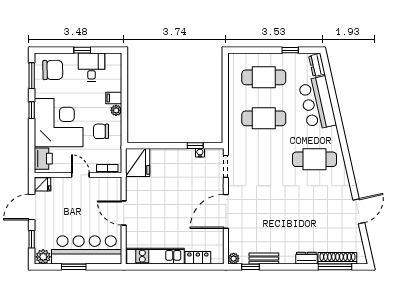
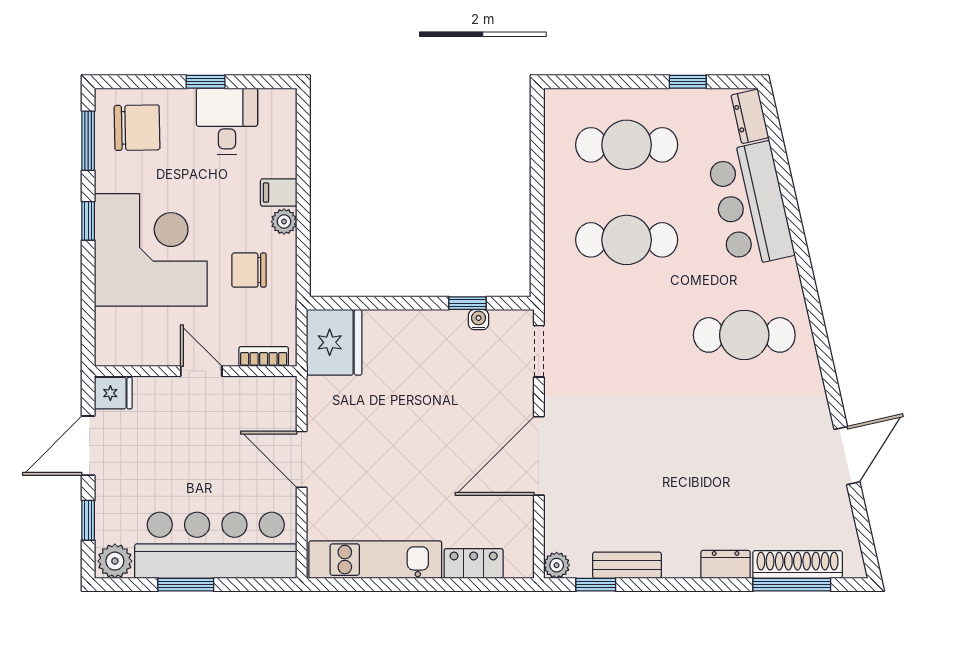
printer: (43, 159) -> (115, 333), removed

